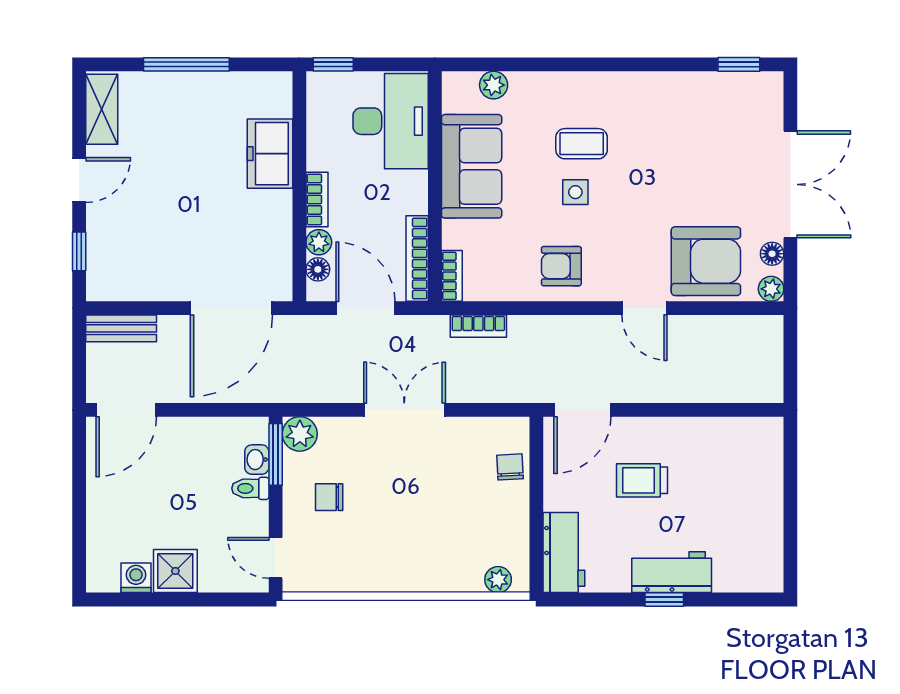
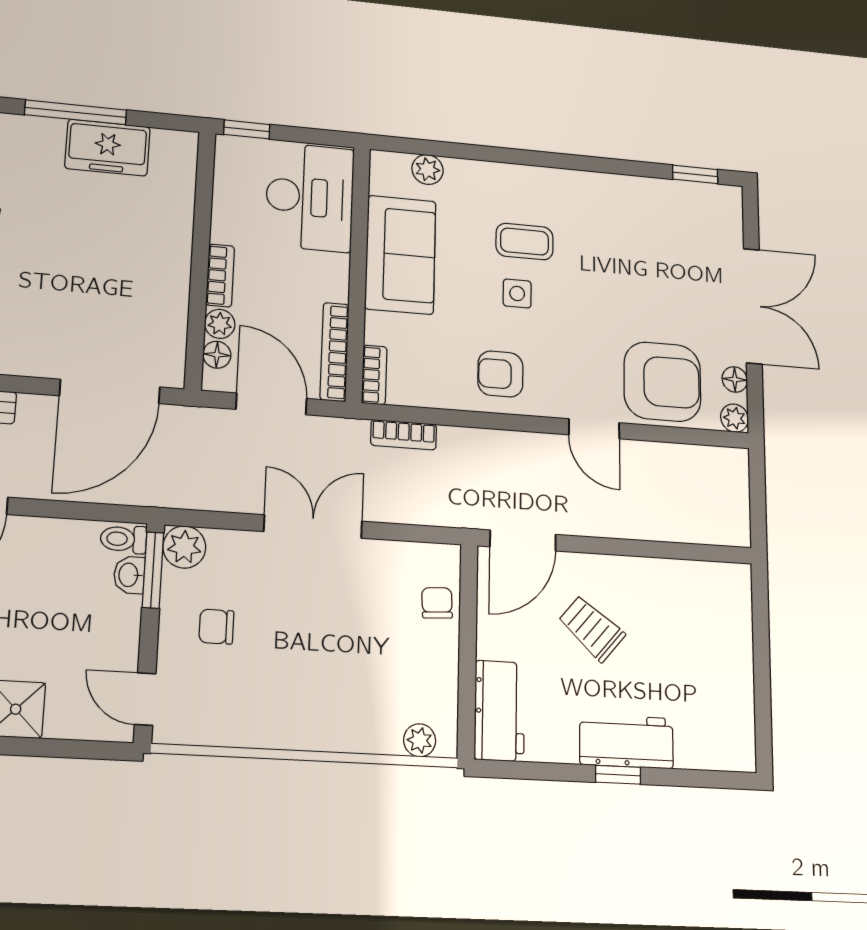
freezer: (270, 154) -> (108, 148), moved, turned -90
trolley: (642, 480) -> (592, 628), turned 40
toilet: (250, 488) -> (123, 539), moved

